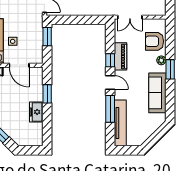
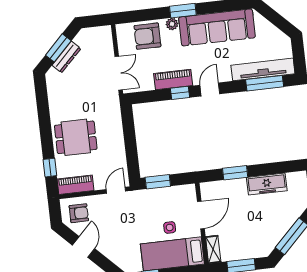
armchair: (154, 41) -> (147, 36), turned 90
sofa: (157, 93) -> (217, 27), width x1.36, depth x1.27
window: (110, 109) -> (265, 83), moved
freezer: (36, 112) -> (267, 184), width x1.40

